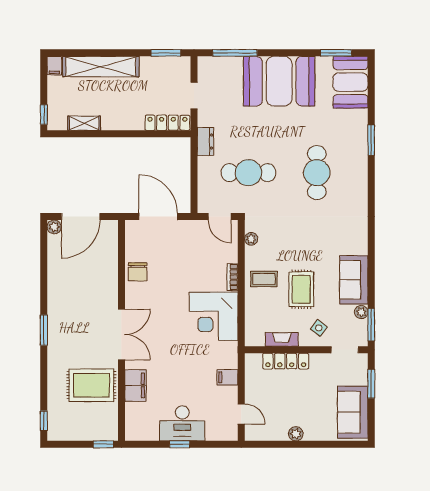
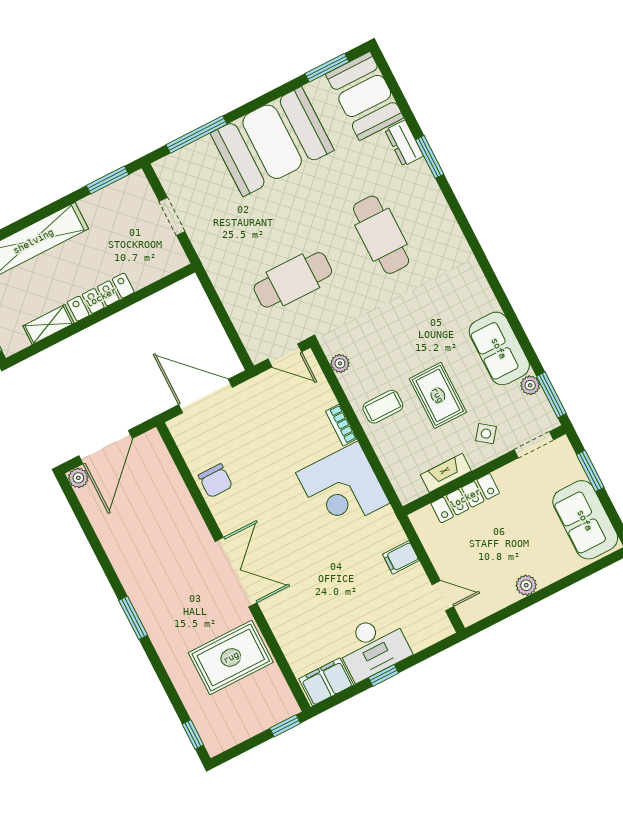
locker: (167, 123) -> (101, 297), moved
dresser: (205, 142) -> (404, 143), moved, turned 180
filing cabinet: (135, 386) -> (326, 682), moved, turned -90

